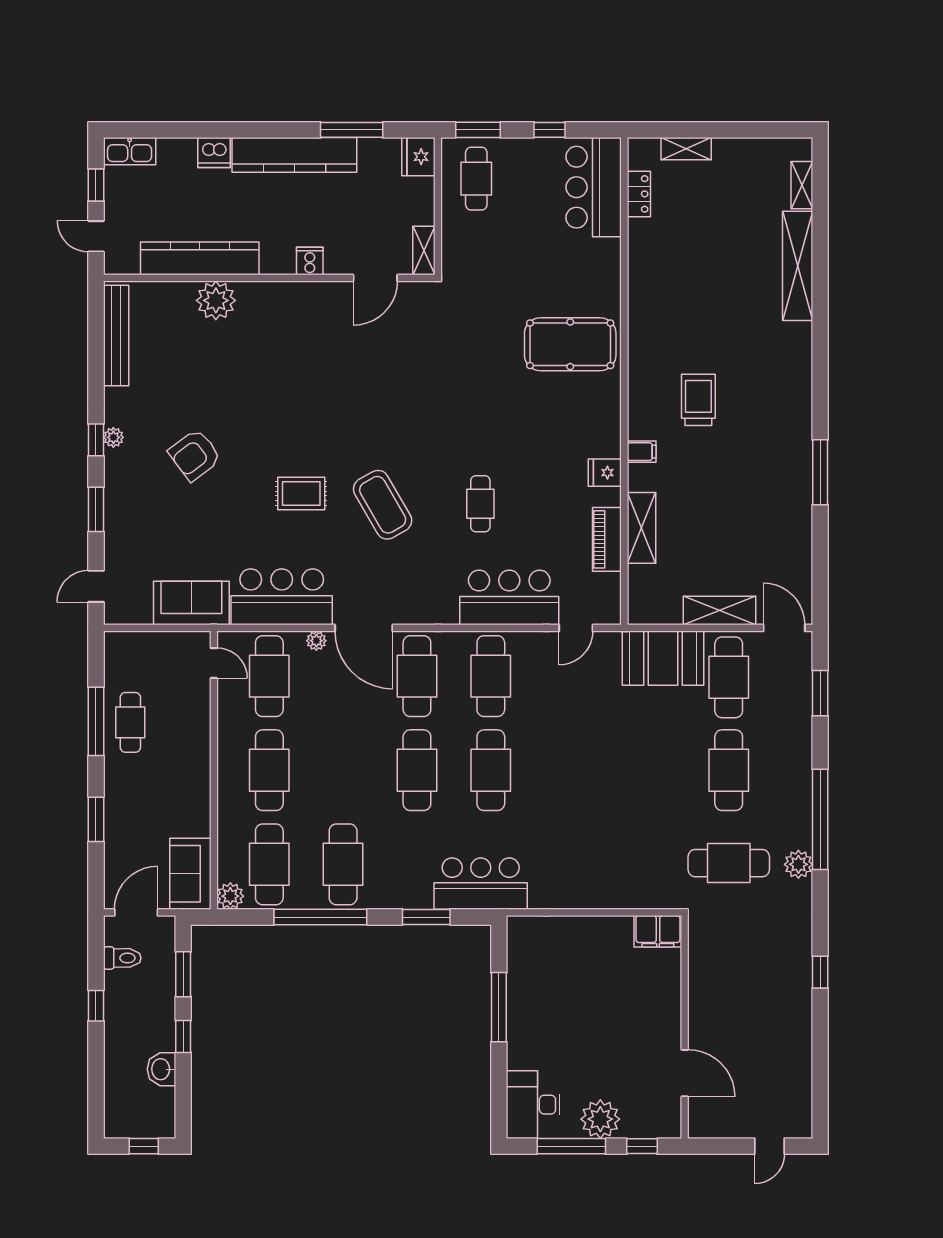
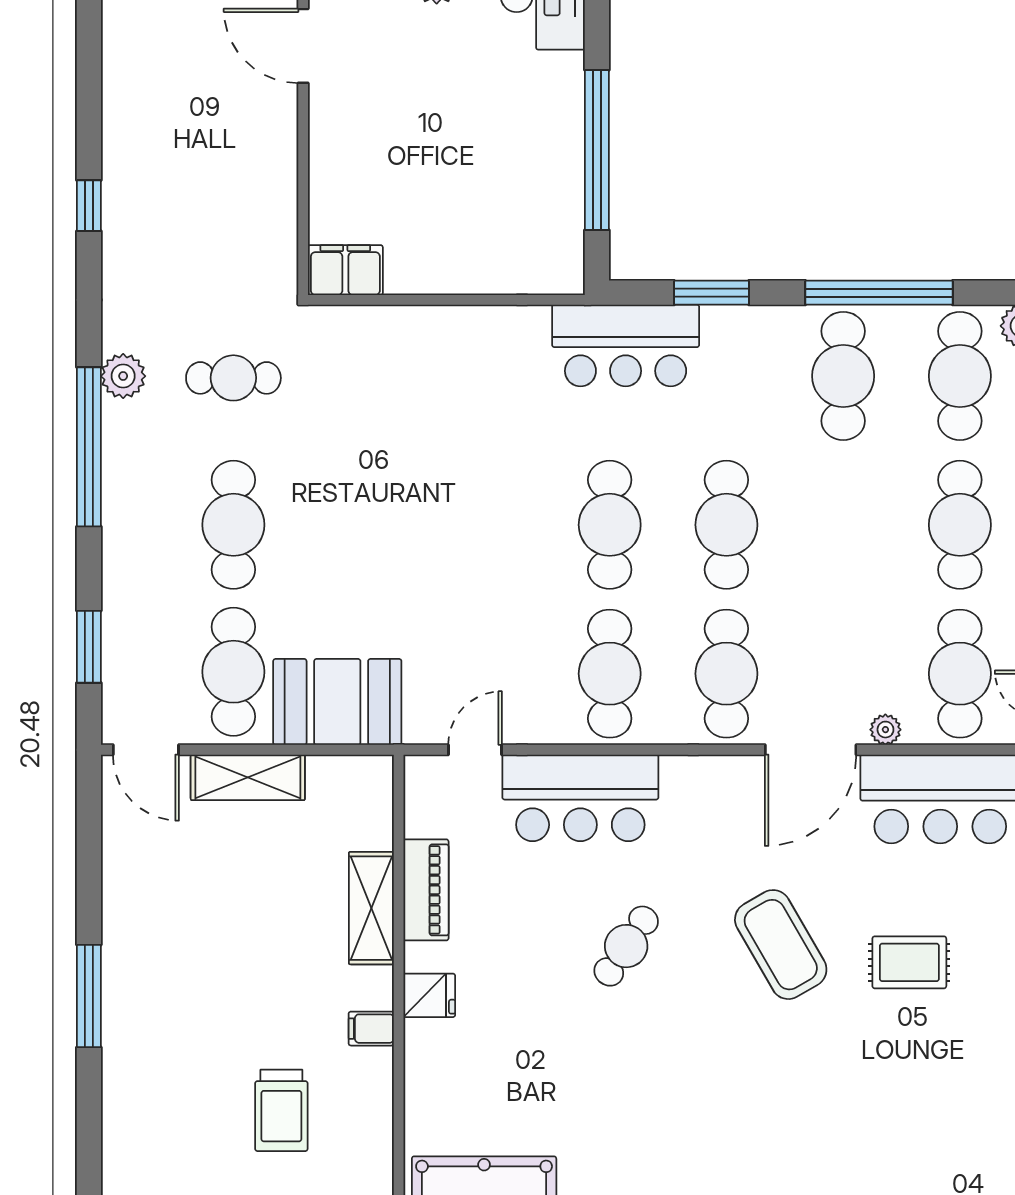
cafe table: (480, 504) -> (626, 946), turned 34
door: (364, 628) -> (811, 750), swing flipped
cafe table: (729, 863) -> (233, 378), width x0.73, depth x0.74
window: (499, 1007) -> (597, 150), width x1.46

